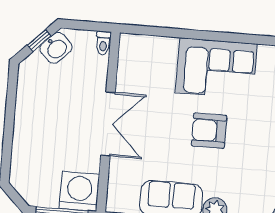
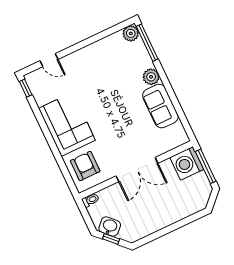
double door: (108, 124) -> (137, 170), swing flipped
armchair: (209, 131) -> (85, 166), moved, turned 180

